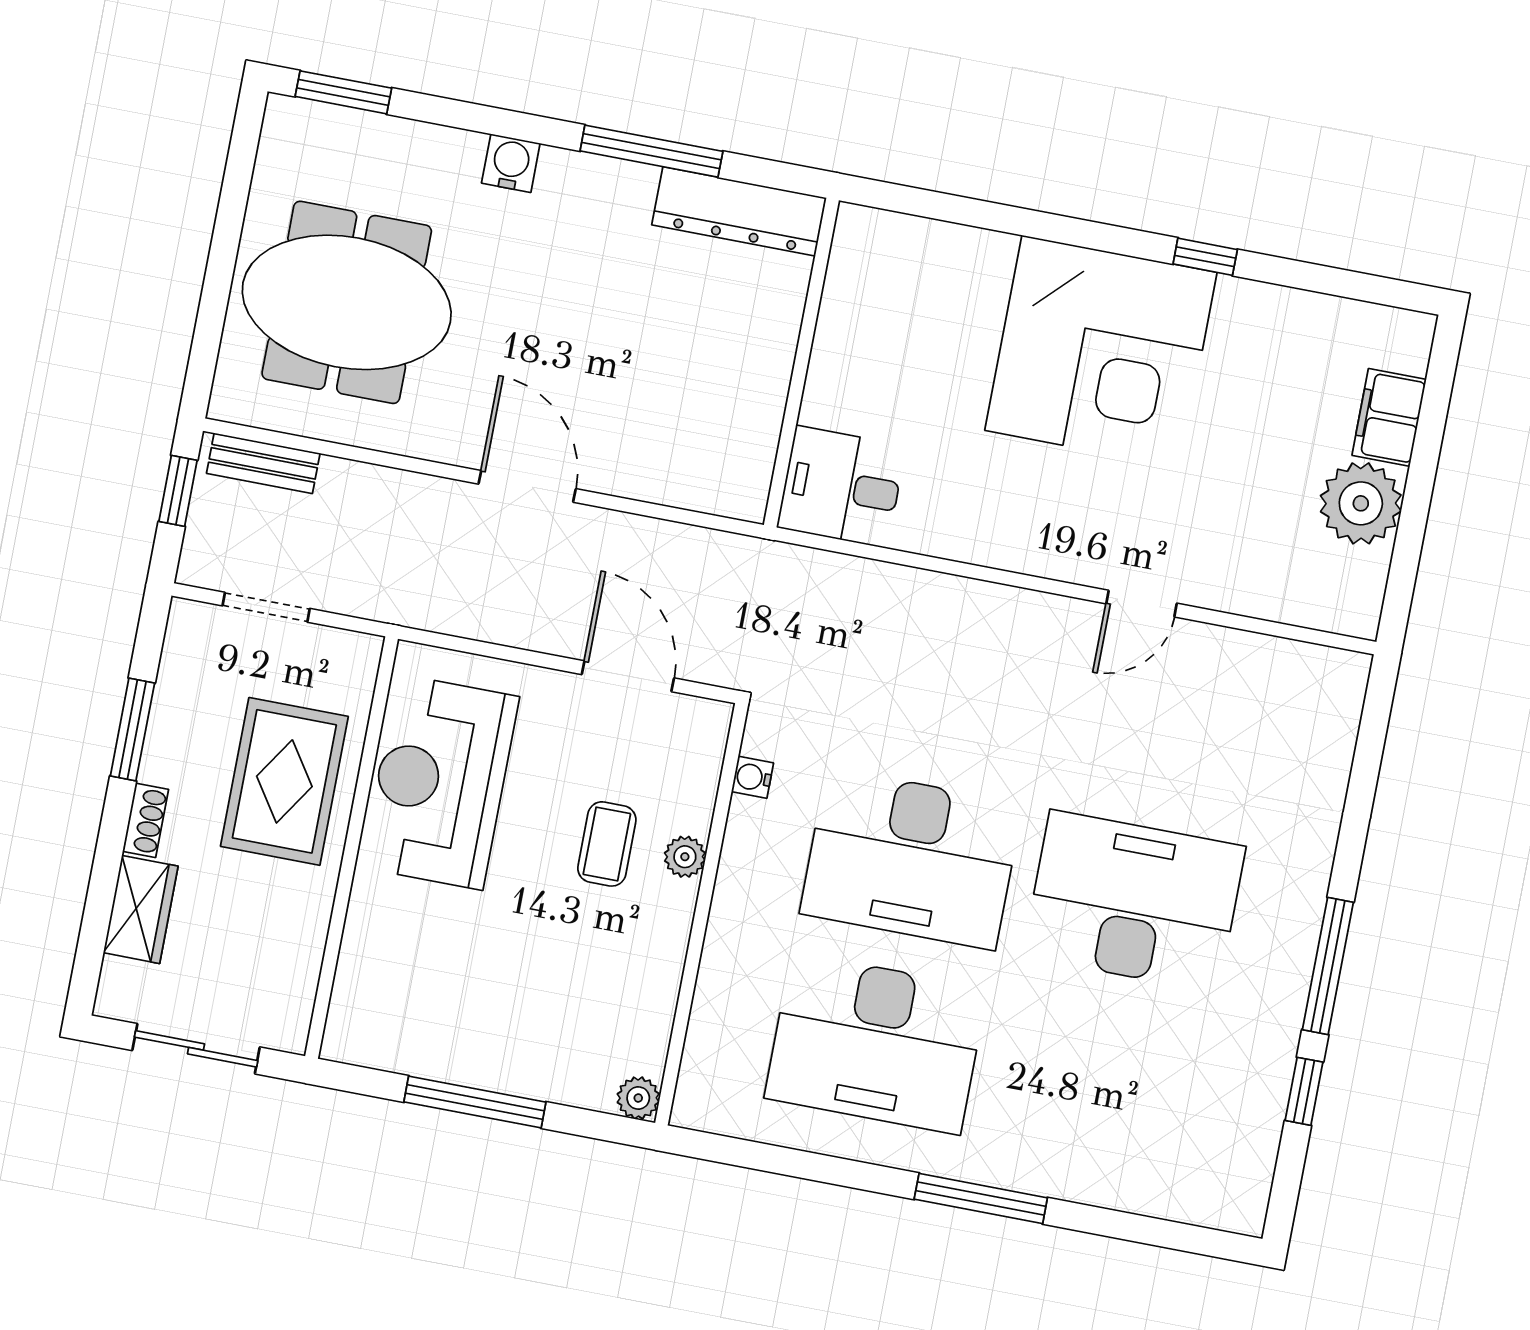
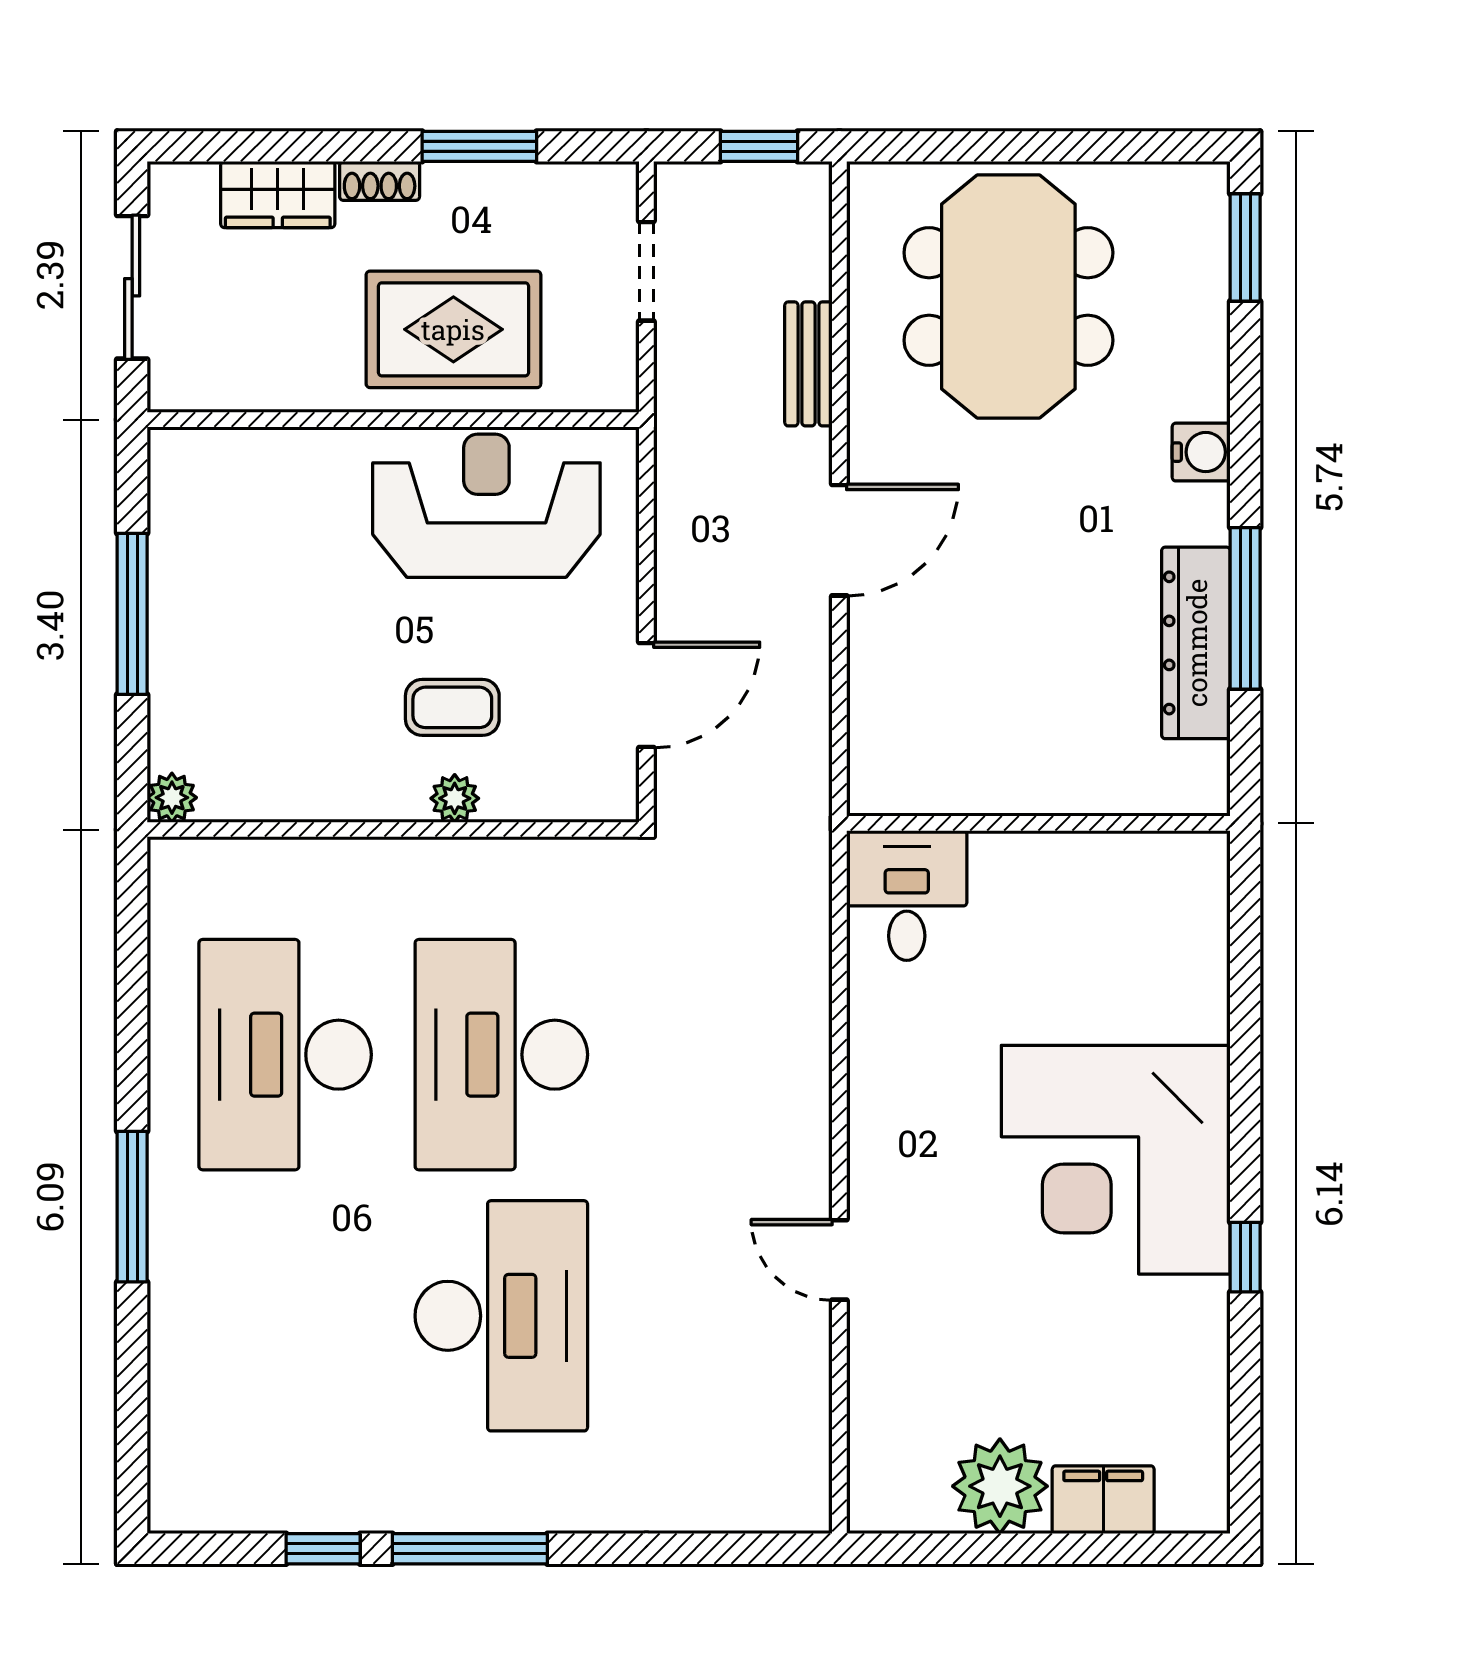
dresser: (739, 211) -> (1196, 643), moved
bench: (263, 463) -> (808, 364), moved
water cooler: (752, 777) -> (559, 858), removed

